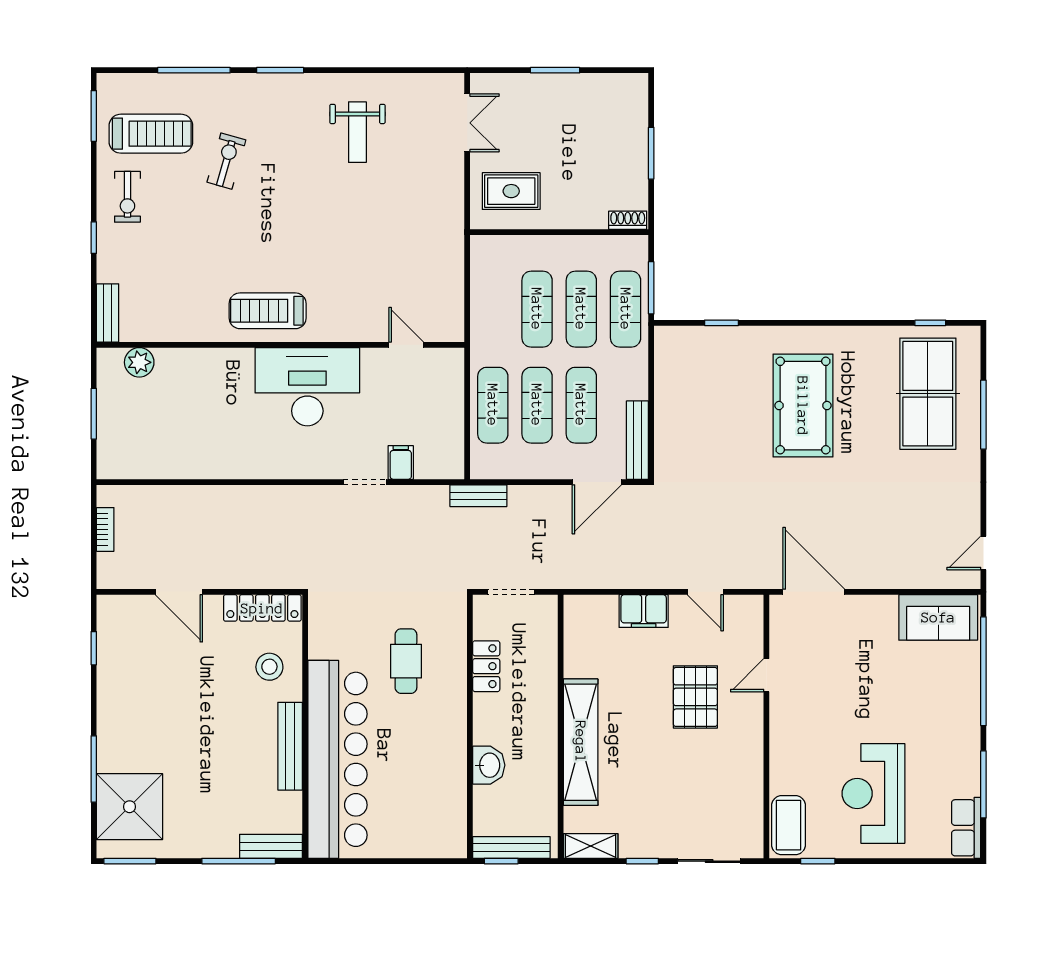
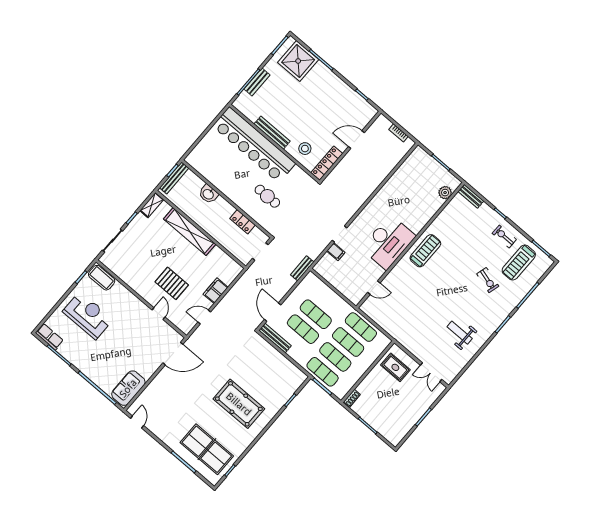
rug: (511, 191) -> (395, 367), turned 90
exercise mat: (493, 405) -> (361, 327), moved
bench: (271, 846) -> (257, 82), moved

